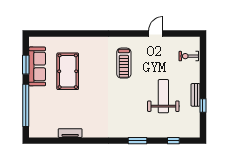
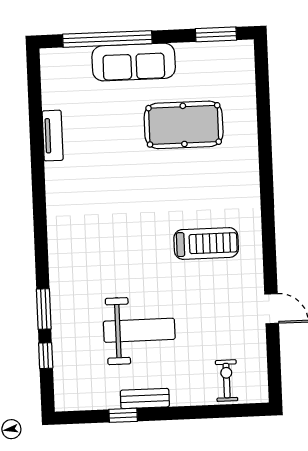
treadmill: (124, 63) -> (206, 243), turned 180
window: (26, 65) -> (216, 34), moved
sofa: (37, 66) -> (134, 62), moved
window: (138, 141) -> (44, 309), moved

